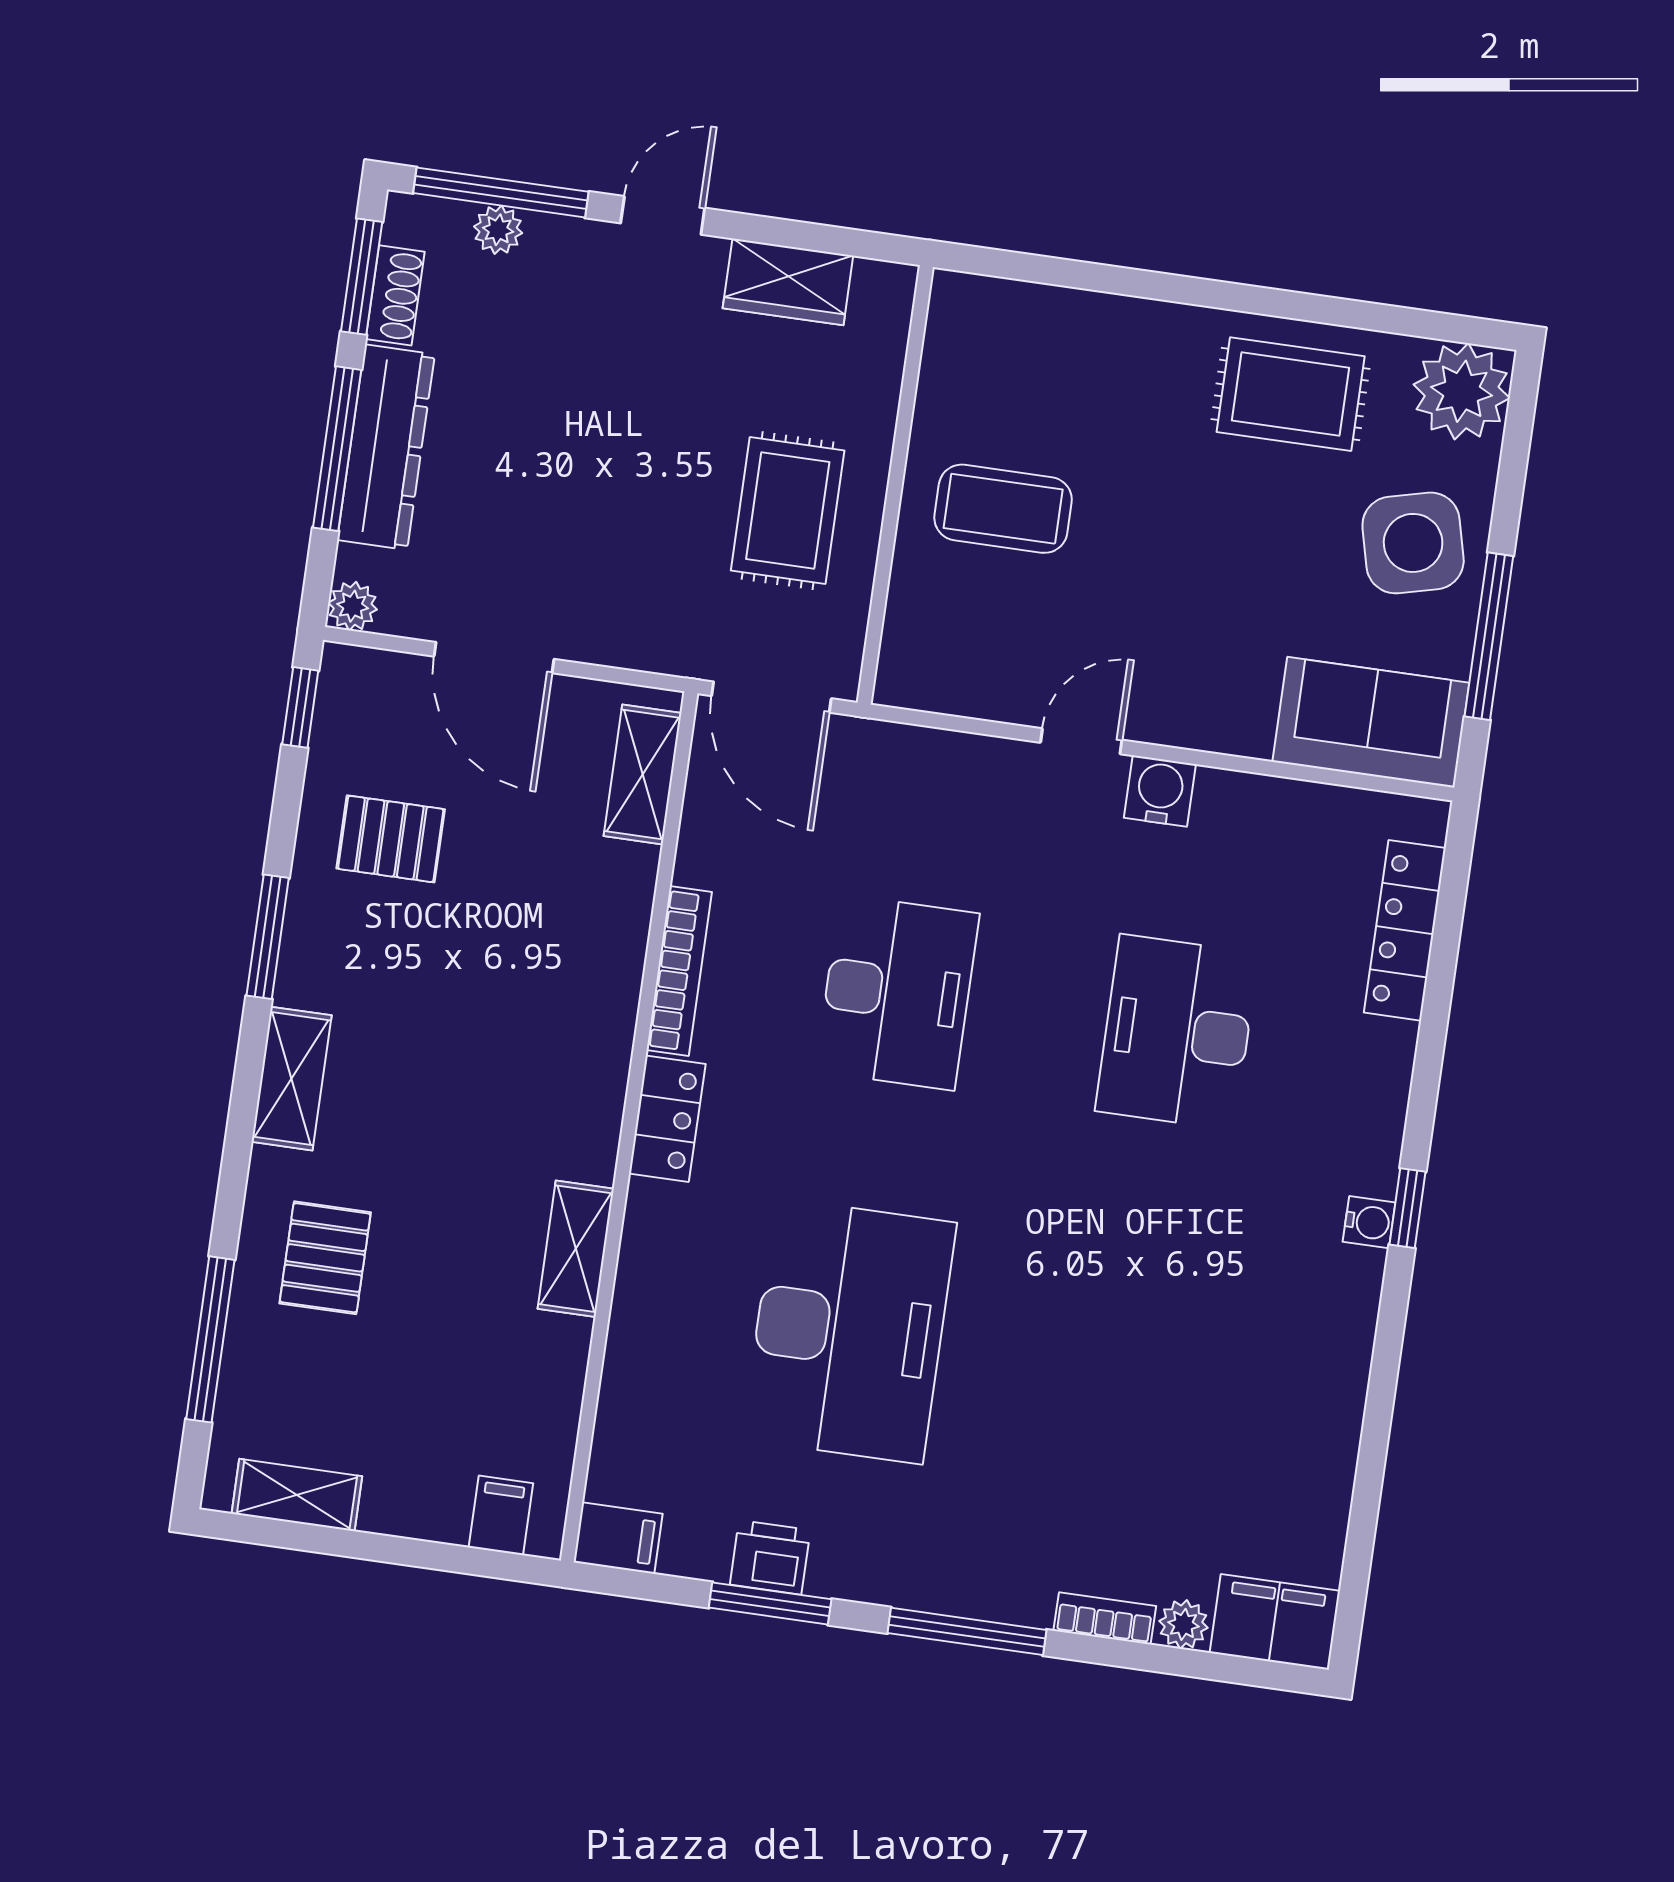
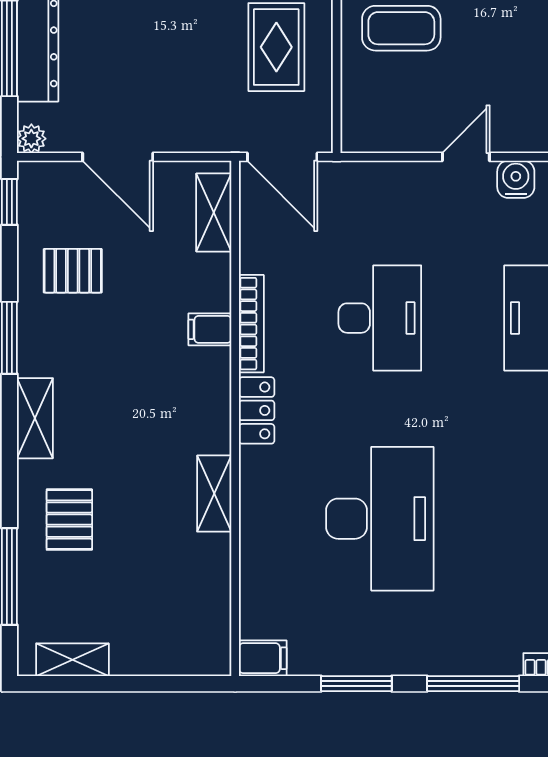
filing cabinet: (501, 1515) -> (210, 329), moved, turned -90
printer: (770, 1557) -> (353, 657), removed

